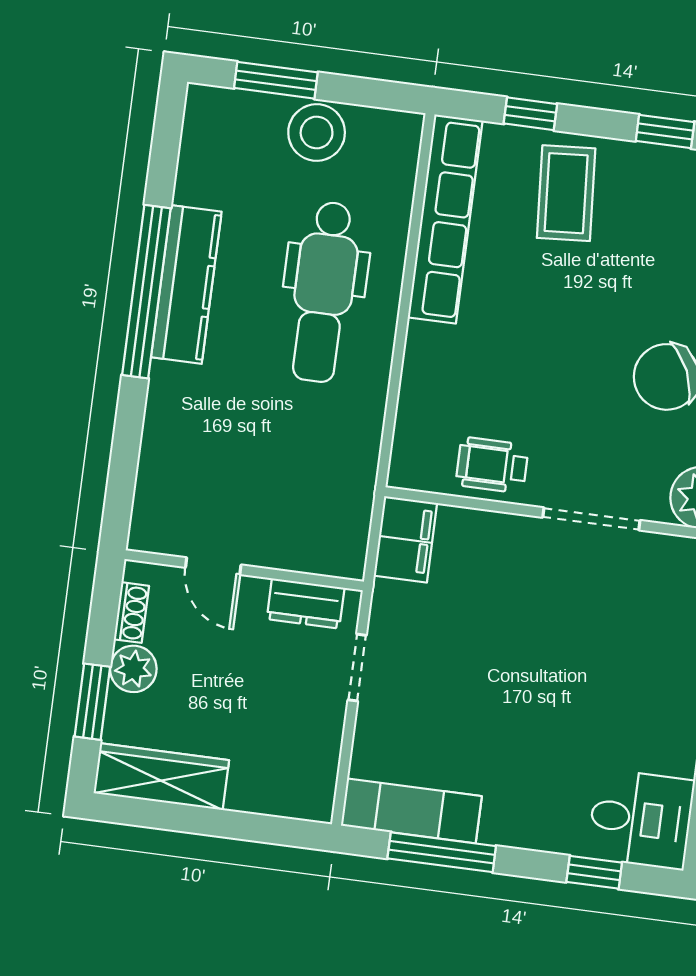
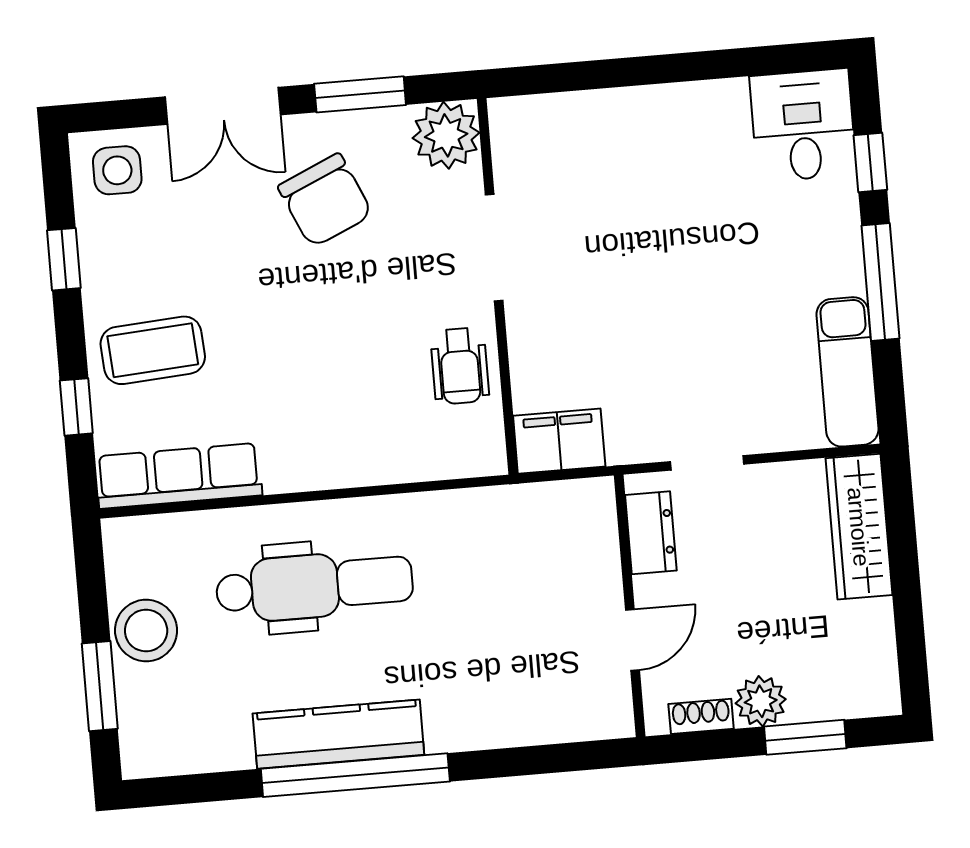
row of seats: (445, 219) -> (179, 476), width x0.73
wardrobe: (161, 777) -> (859, 527), moved
window: (442, 852) -> (880, 282), moved

